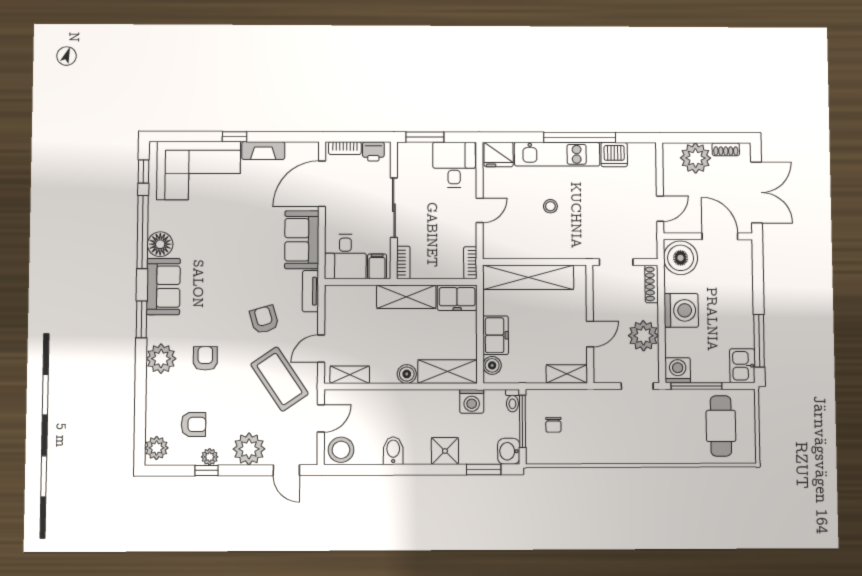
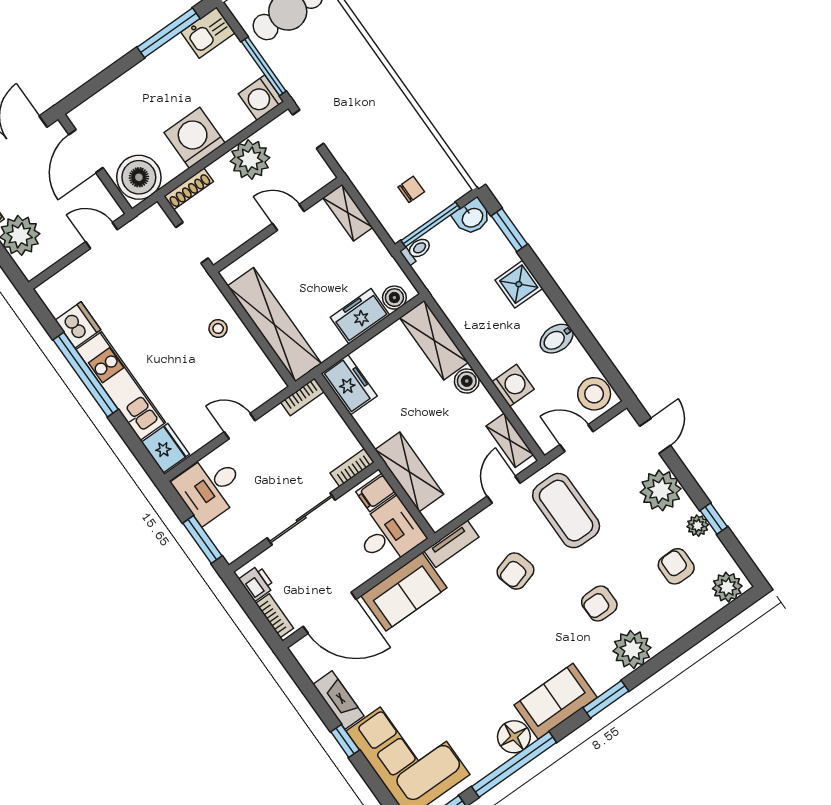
stool: (550, 206) -> (218, 328), moved
shelving: (406, 297) -> (409, 472), moved
door: (321, 349) -> (504, 490), swing flipped
coffee table: (279, 379) -> (566, 511), turned -56
washing machine: (472, 401) -> (513, 385), moved

